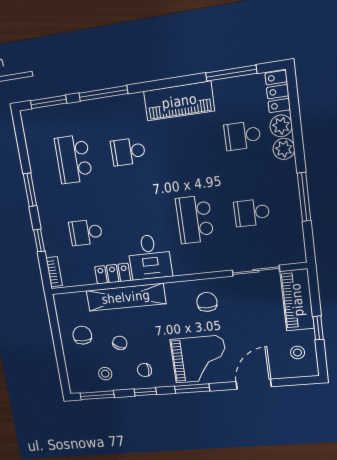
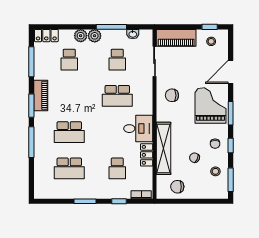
piano: (179, 101) -> (41, 96), width x0.73, depth x0.75
window: (49, 102) -> (31, 106), moved
plant: (281, 126) -> (95, 36), moved
school desk: (128, 152) -> (69, 132), width x1.85
washbasin: (296, 232) -> (133, 34), added
window: (318, 328) -> (210, 27), moved
chair: (82, 335) -> (177, 187), moved
door: (254, 384) -> (231, 72), hinge flipped

